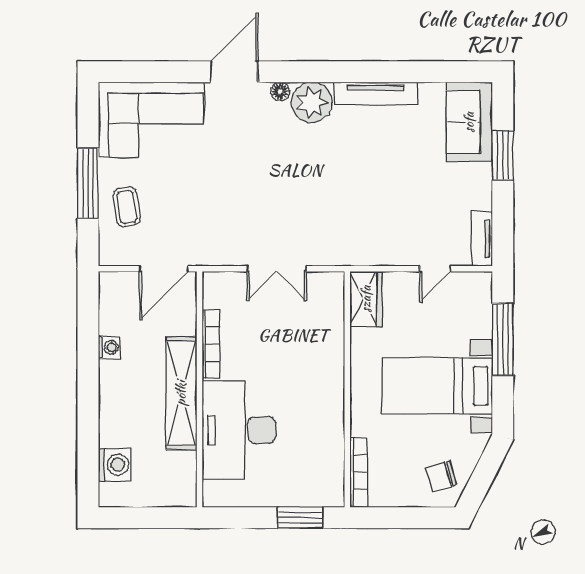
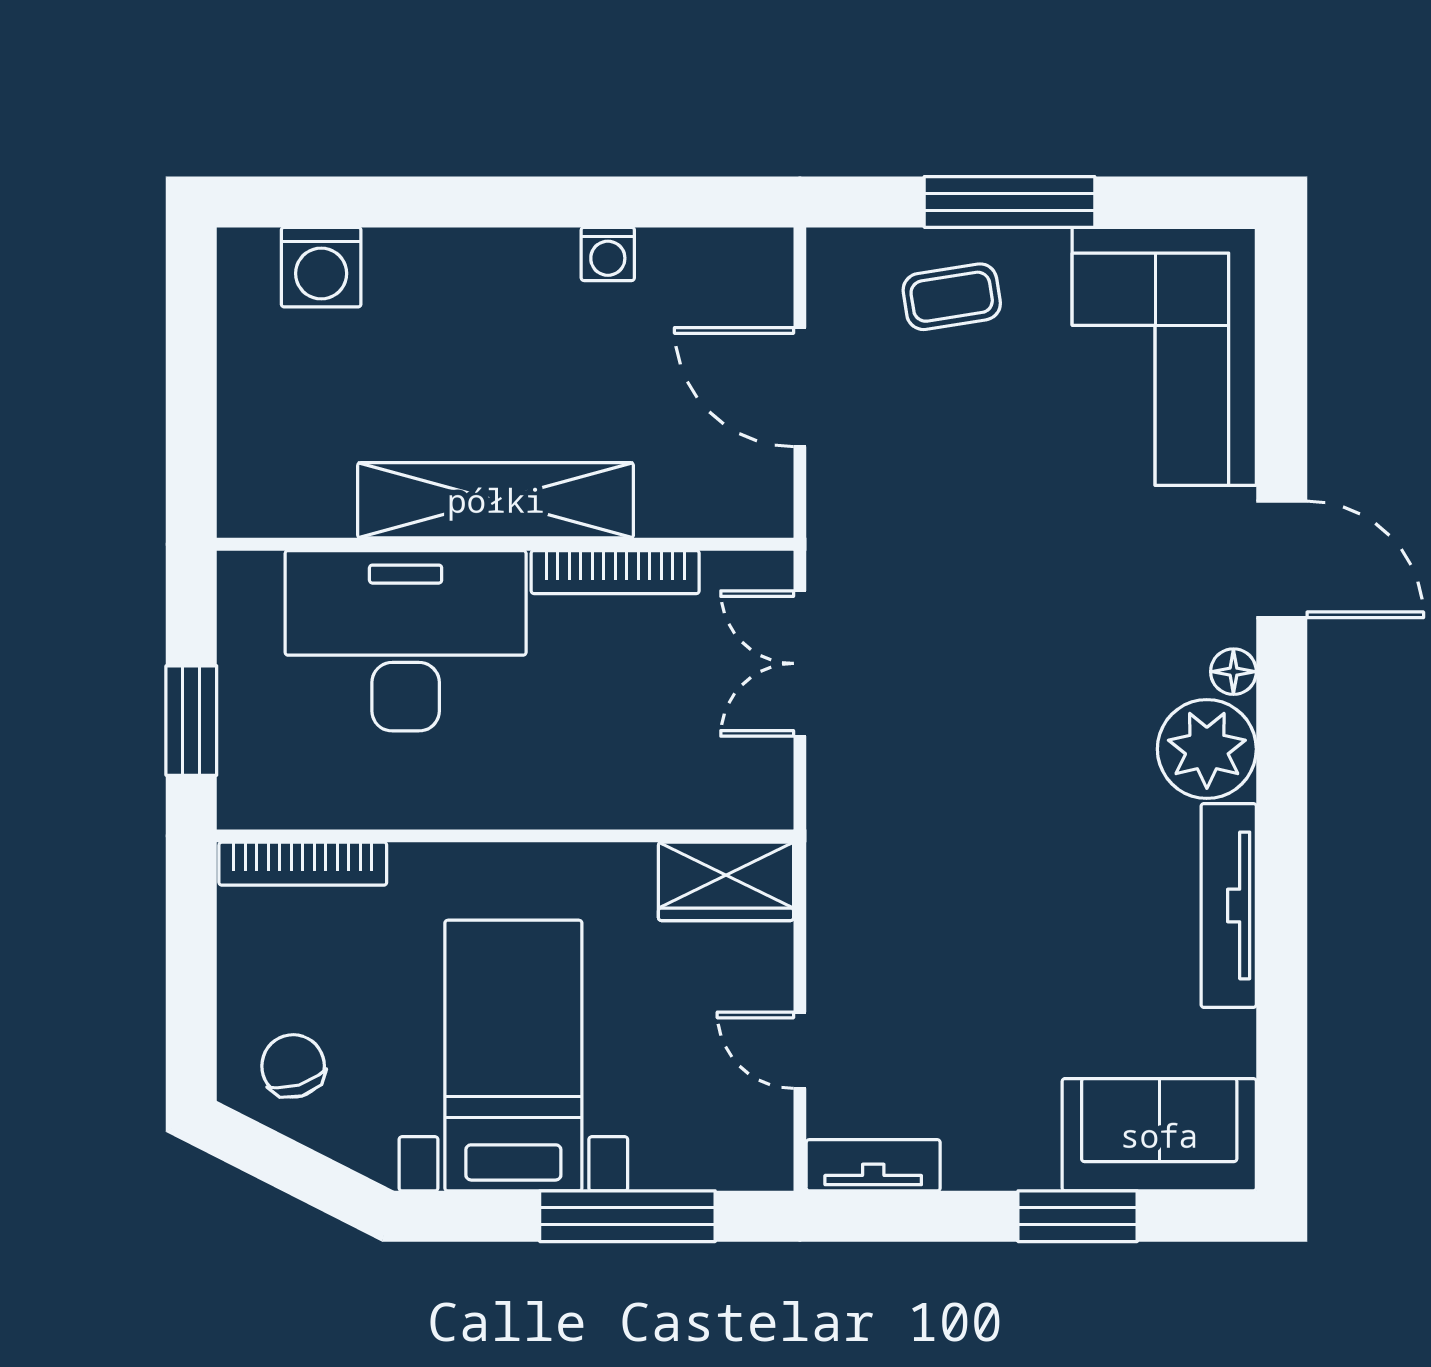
bookcase: (211, 344) -> (615, 572), moved
wall: (199, 389) -> (505, 544), moved
shelving: (181, 393) -> (496, 500), moved
desk: (239, 430) -> (406, 641), moved

